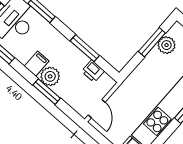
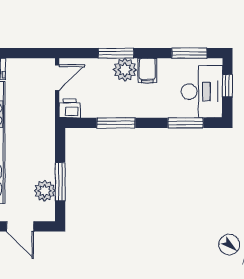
printer: (93, 71) -> (70, 108), moved
door: (97, 109) -> (57, 78), swing flipped

